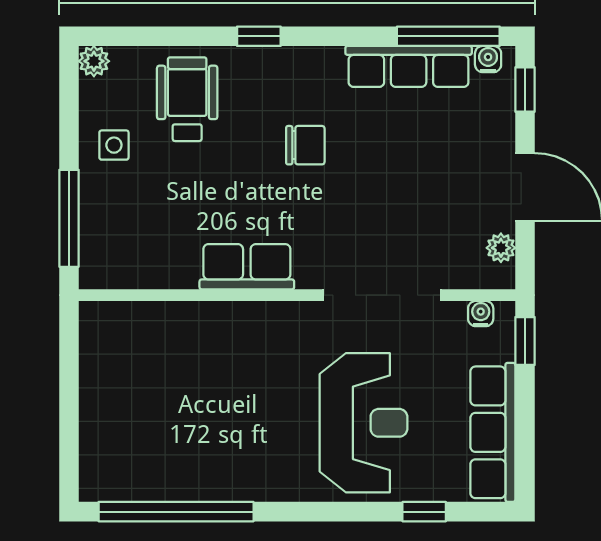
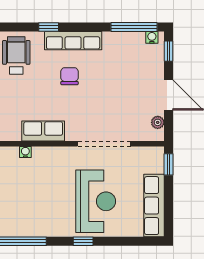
row of seats: (409, 66) -> (73, 41), moved
chair: (305, 145) -> (70, 76), turned -90
water cooler: (481, 314) -> (25, 152), moved
window: (424, 512) -> (83, 241), moved

